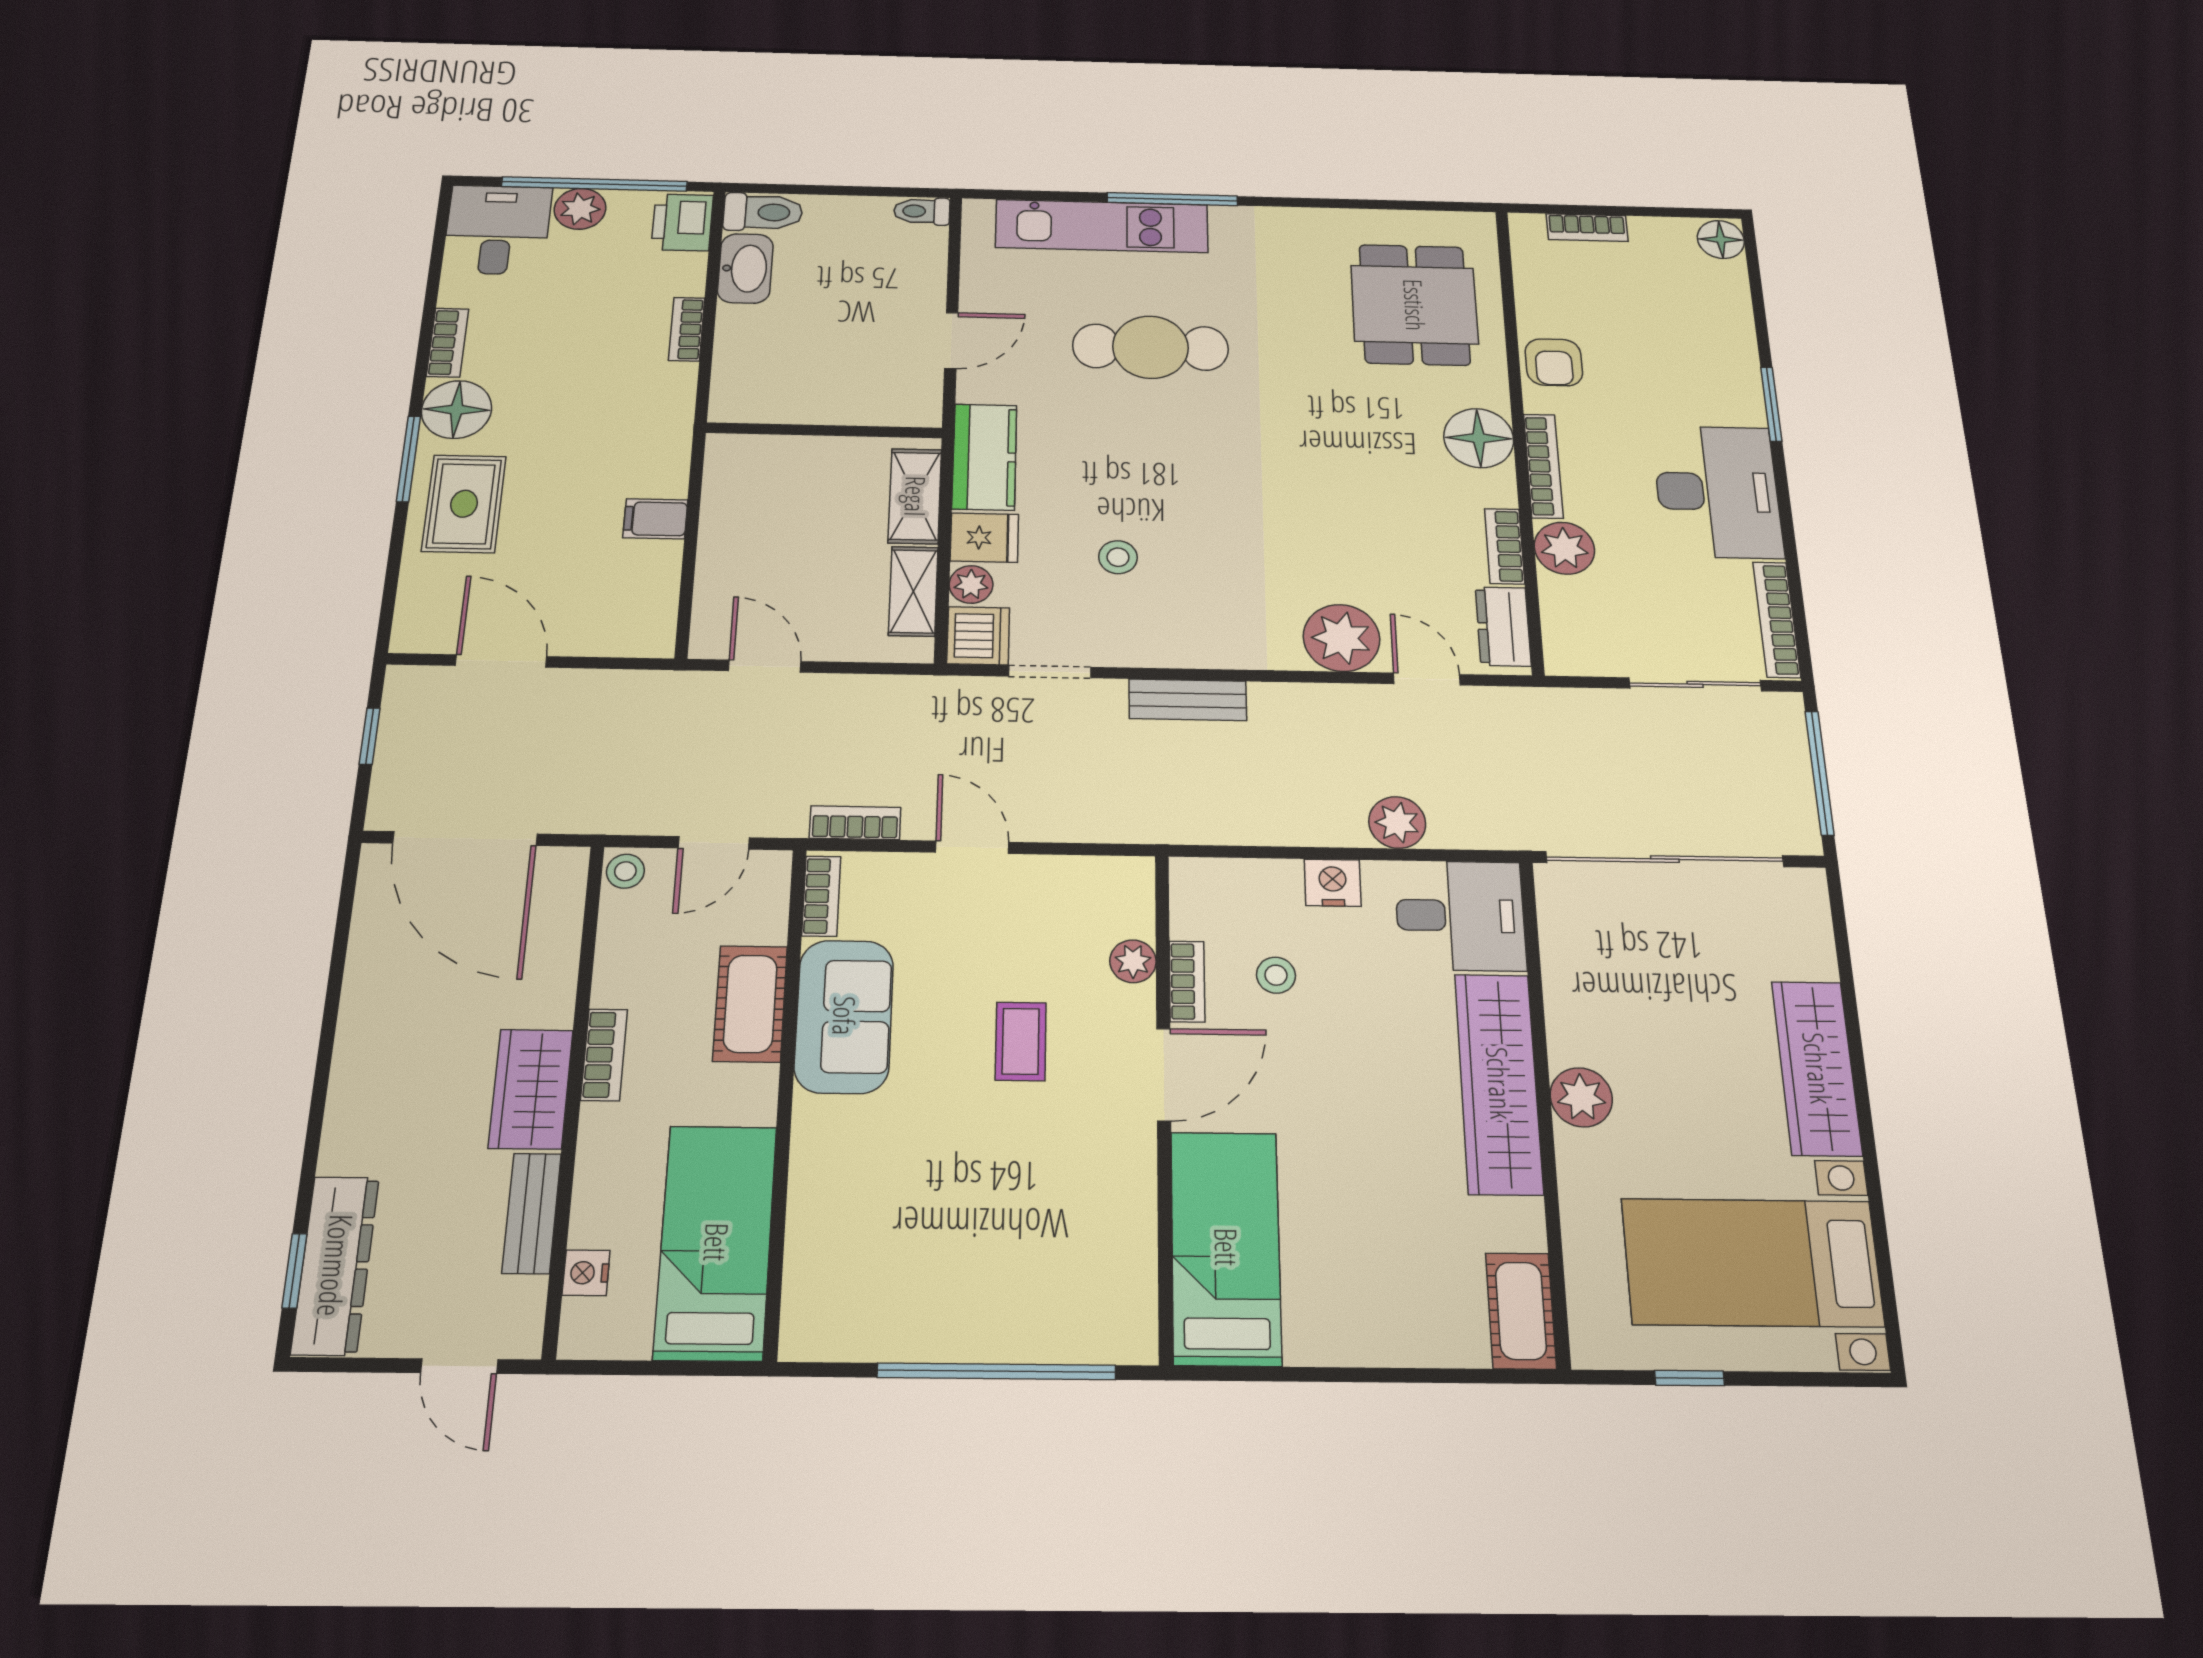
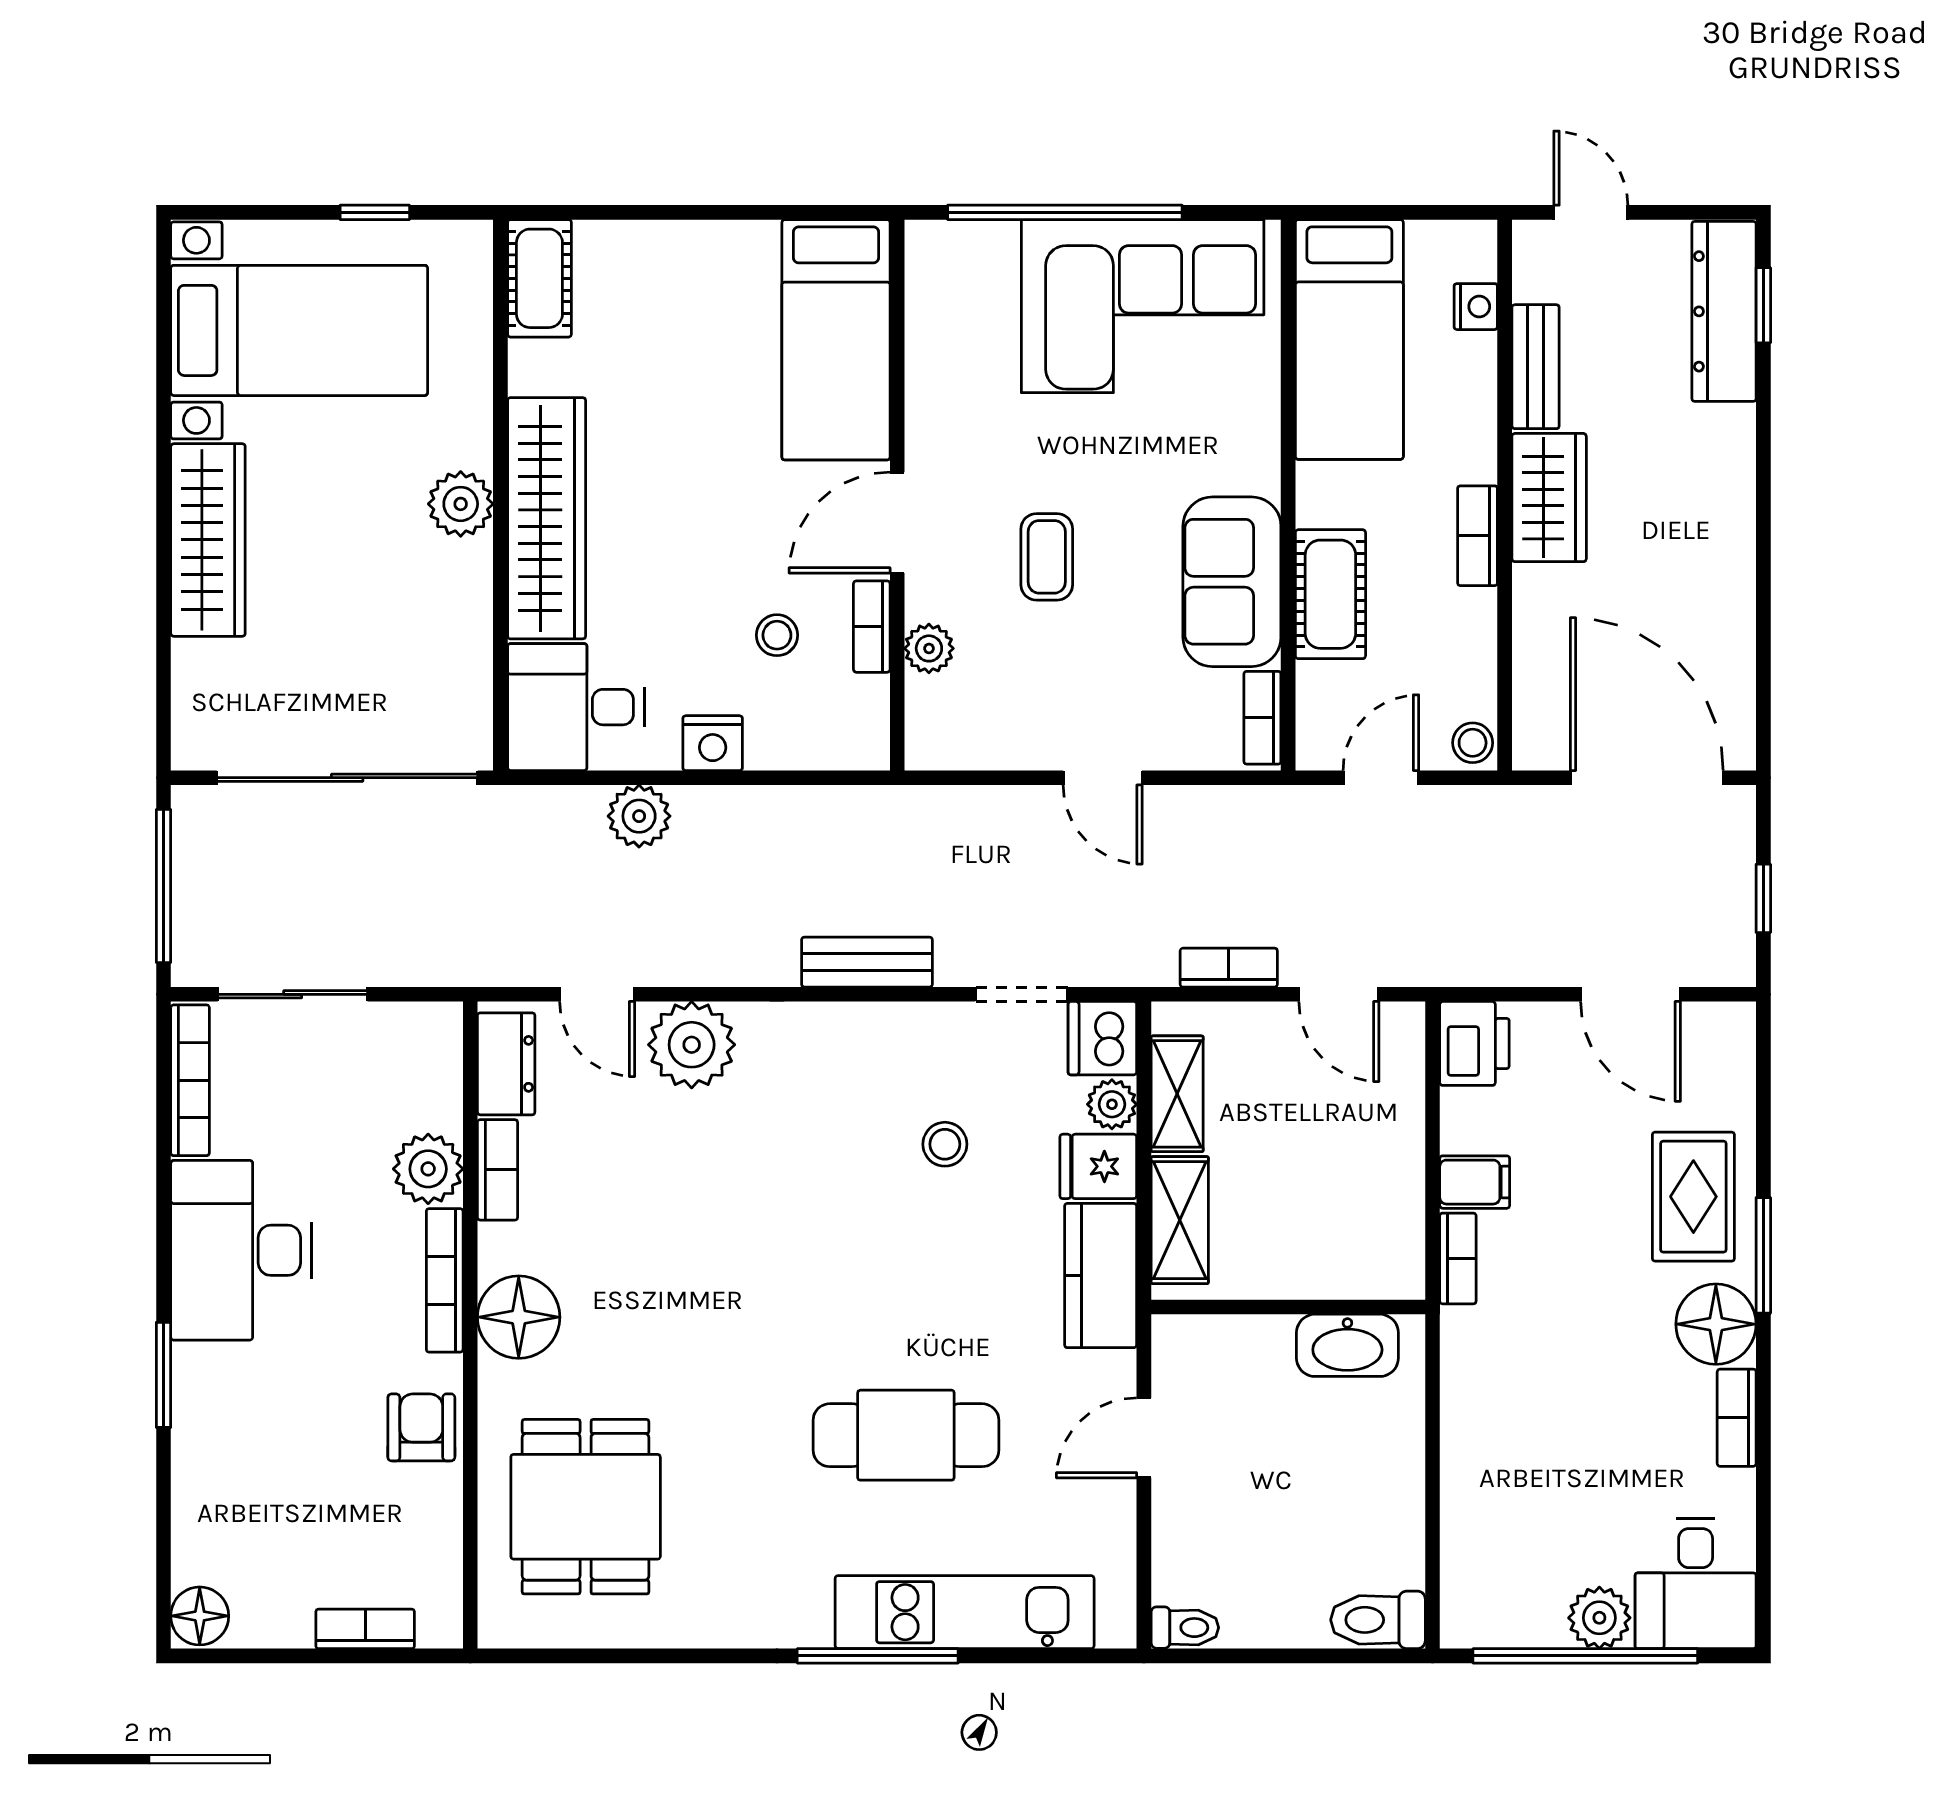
printer: (682, 222) -> (1474, 1043), moved
washbasin: (745, 268) -> (1347, 1345), moved, turned -90
bookcase: (687, 329) -> (1458, 1258), moved
bookcase: (855, 823) -> (1229, 968), moved, turned 180
corner sofa: (921, 1277) -> (1143, 306), added

